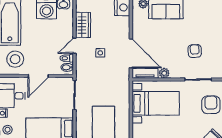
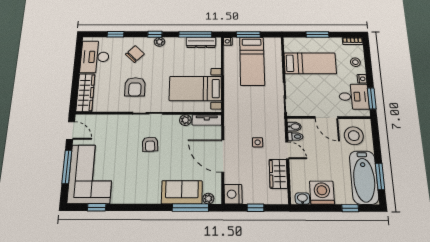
door: (74, 46) -> (287, 150), hinge flipped
door: (131, 53) -> (223, 156), moved
door: (38, 76) -> (326, 117), swing flipped

